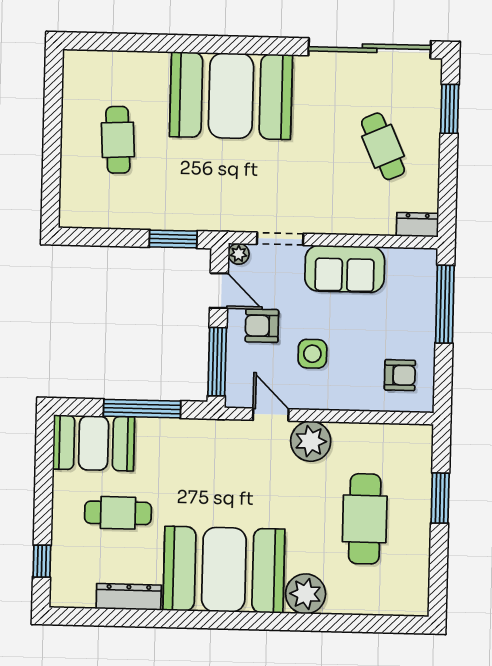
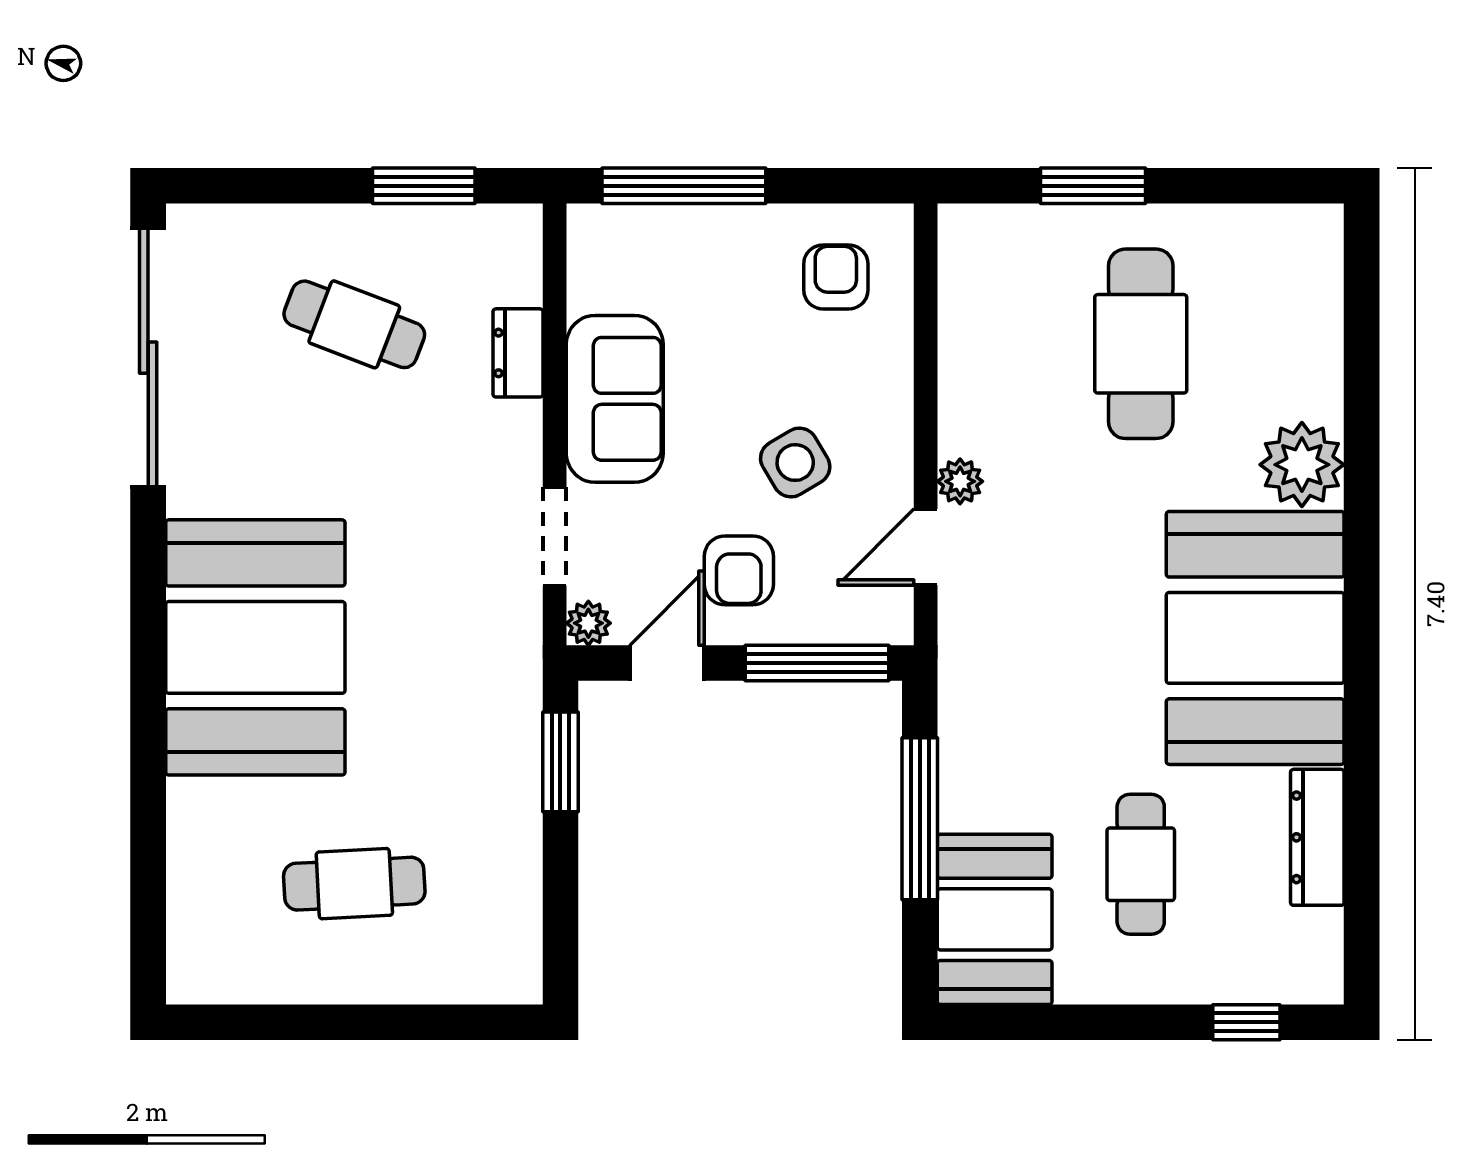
window: (450, 109) -> (424, 186), moved
cafe table: (383, 146) -> (354, 324), turned 45
dresser: (417, 225) -> (518, 353), moved
side table: (312, 354) -> (795, 463), turned -31
plant: (311, 441) -> (960, 481), width x0.53, depth x0.53
cafe table: (365, 519) -> (1141, 344), turned 90

